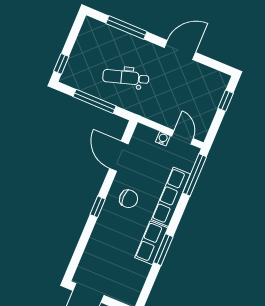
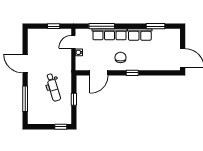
window: (95, 101) -> (74, 99), width x0.46
window: (226, 101) -> (54, 26), moved
window: (195, 175) -> (102, 26), moved
window: (163, 250) -> (156, 26), moved

